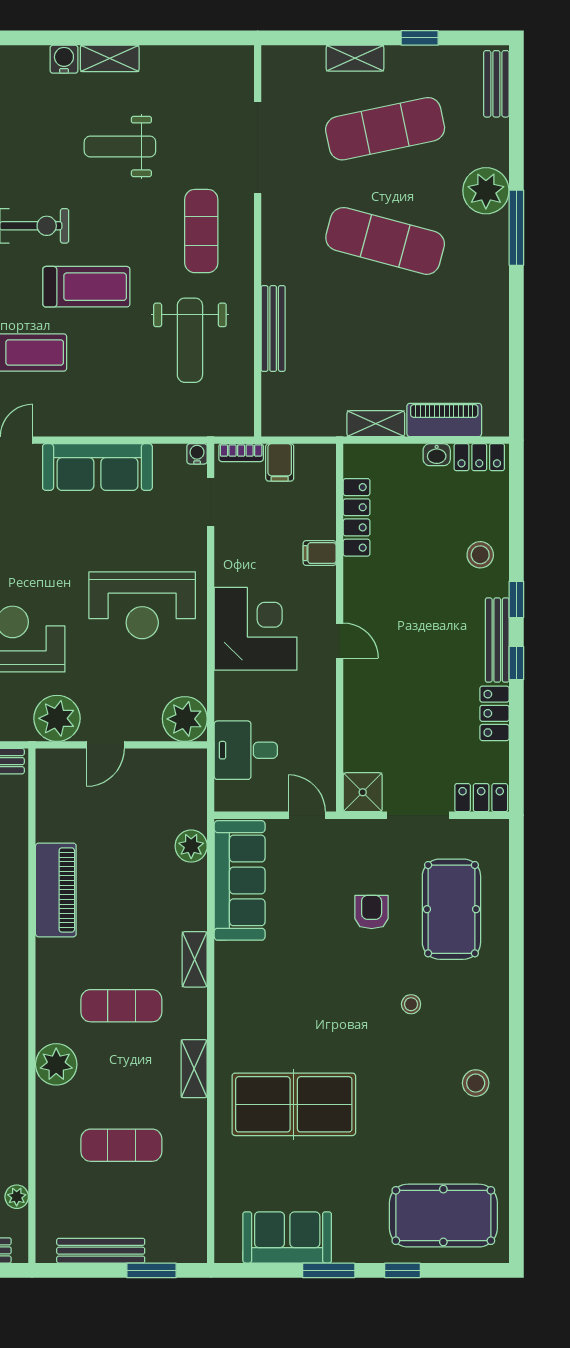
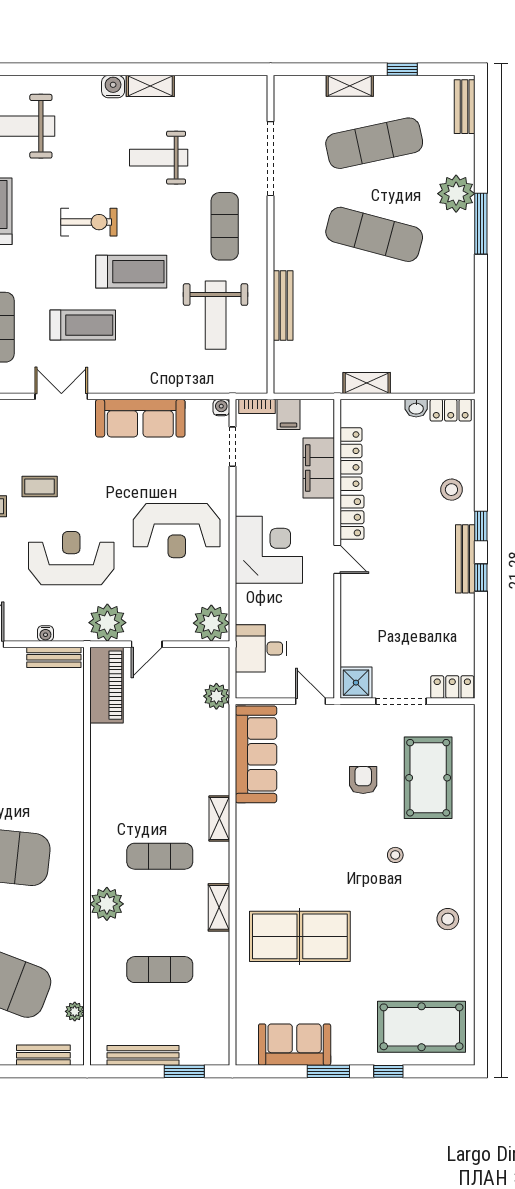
piano: (444, 420) -> (422, 380), removed
filing cabinet: (320, 553) -> (319, 468), width x3.00, depth x1.17
locker: (494, 713) -> (352, 517), moved, turned 180
plant: (191, 846) -> (216, 696), moved
piano: (56, 890) -> (106, 685), moved

